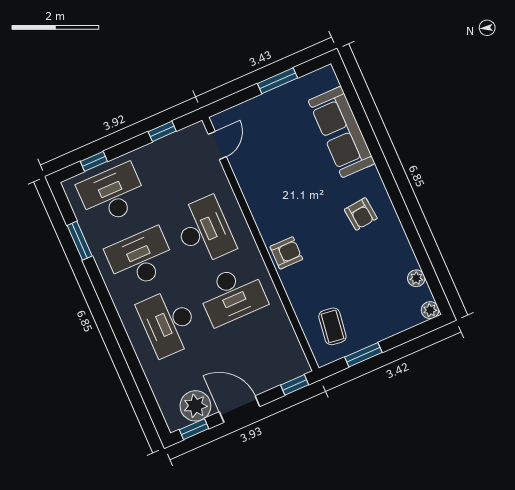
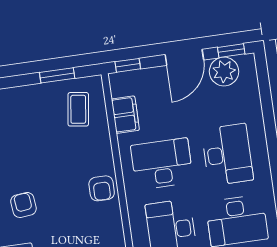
armchair: (286, 253) -> (102, 188), turned -90
filing cabinet: (283, 334) -> (125, 115), added
door: (240, 409) -> (184, 57), hinge flipped

